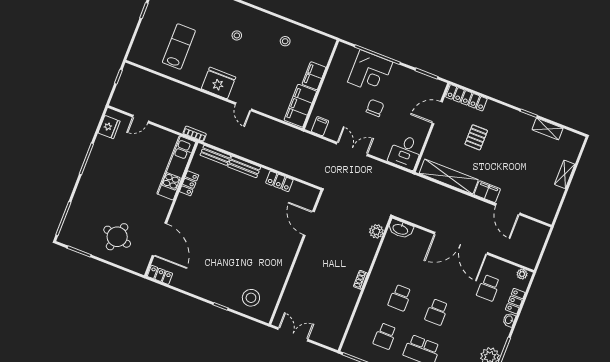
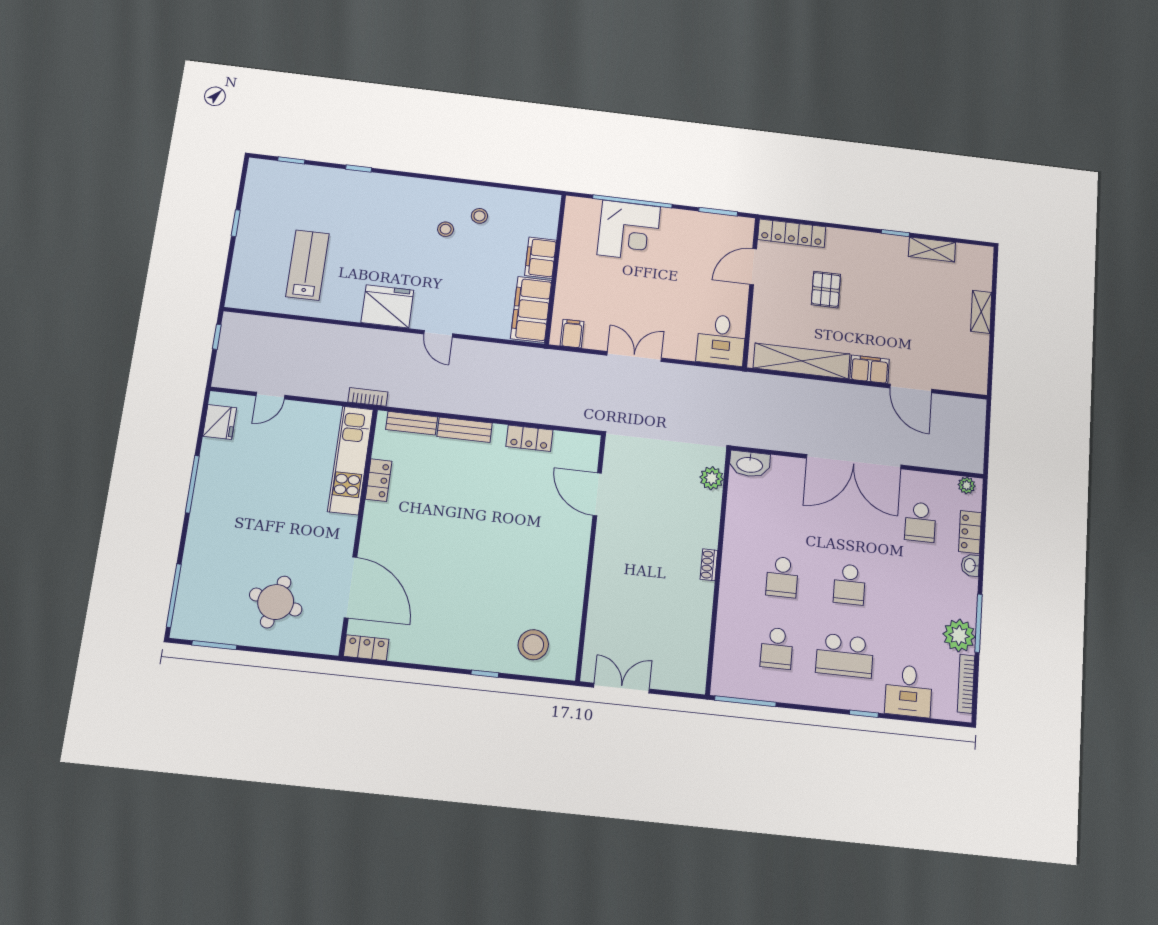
stool: (237, 35) -> (446, 229), moved
chair: (375, 108) -> (652, 284), removed

